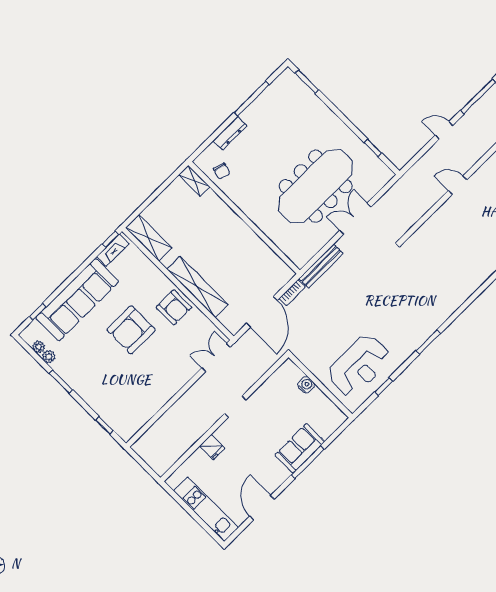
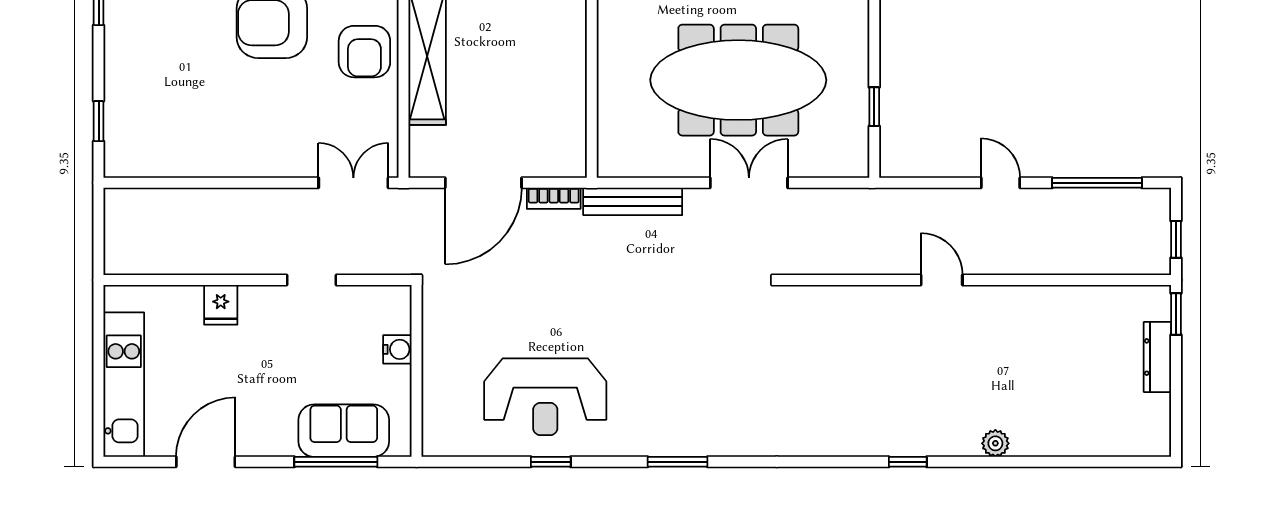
water cooler: (306, 385) -> (397, 349), moved
wall: (320, 386) -> (417, 371), moved

